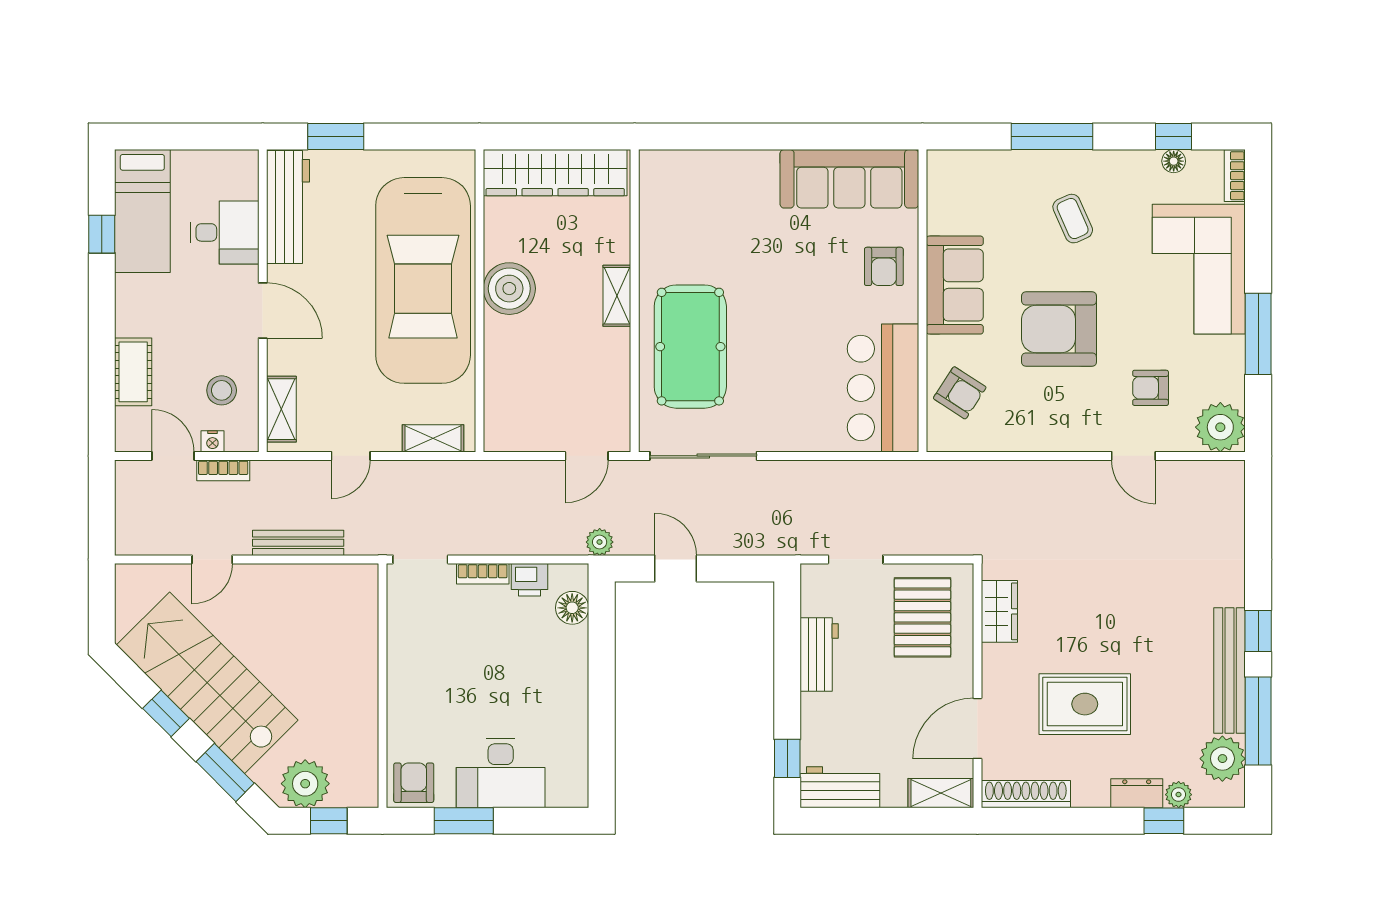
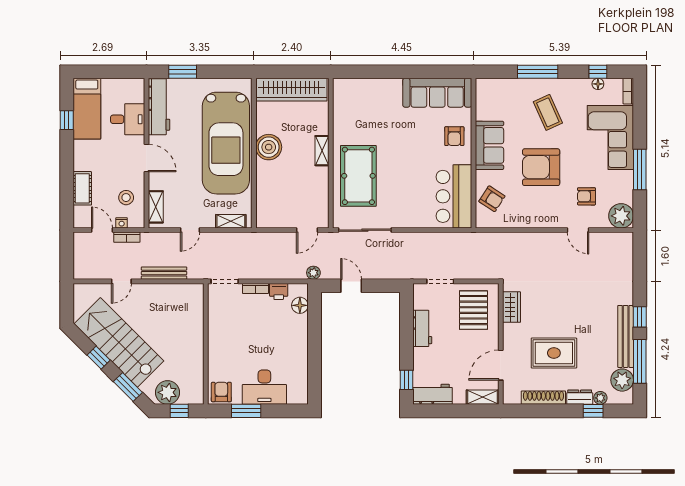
coffee table: (1073, 219) -> (548, 112), width x1.36, depth x1.30
shoe rack: (1026, 794) -> (543, 398), moved

